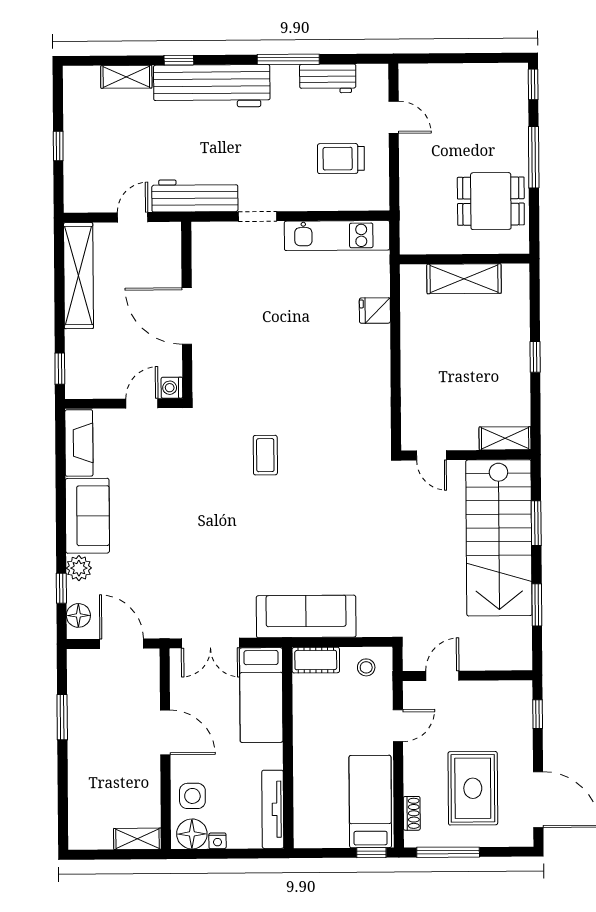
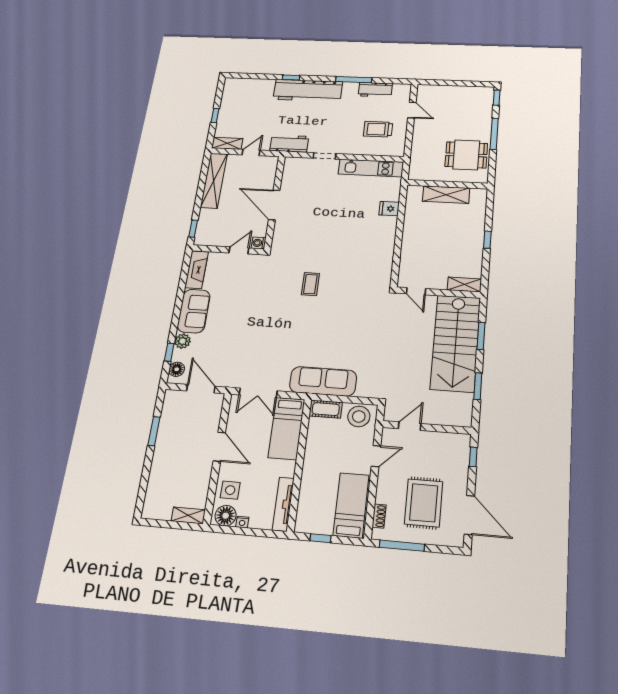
shelving: (126, 77) -> (227, 143), moved
workbench: (195, 196) -> (289, 144), width x0.73
stool: (366, 667) -> (359, 417), width x1.89, depth x1.89
window: (371, 853) -> (321, 538), moved

